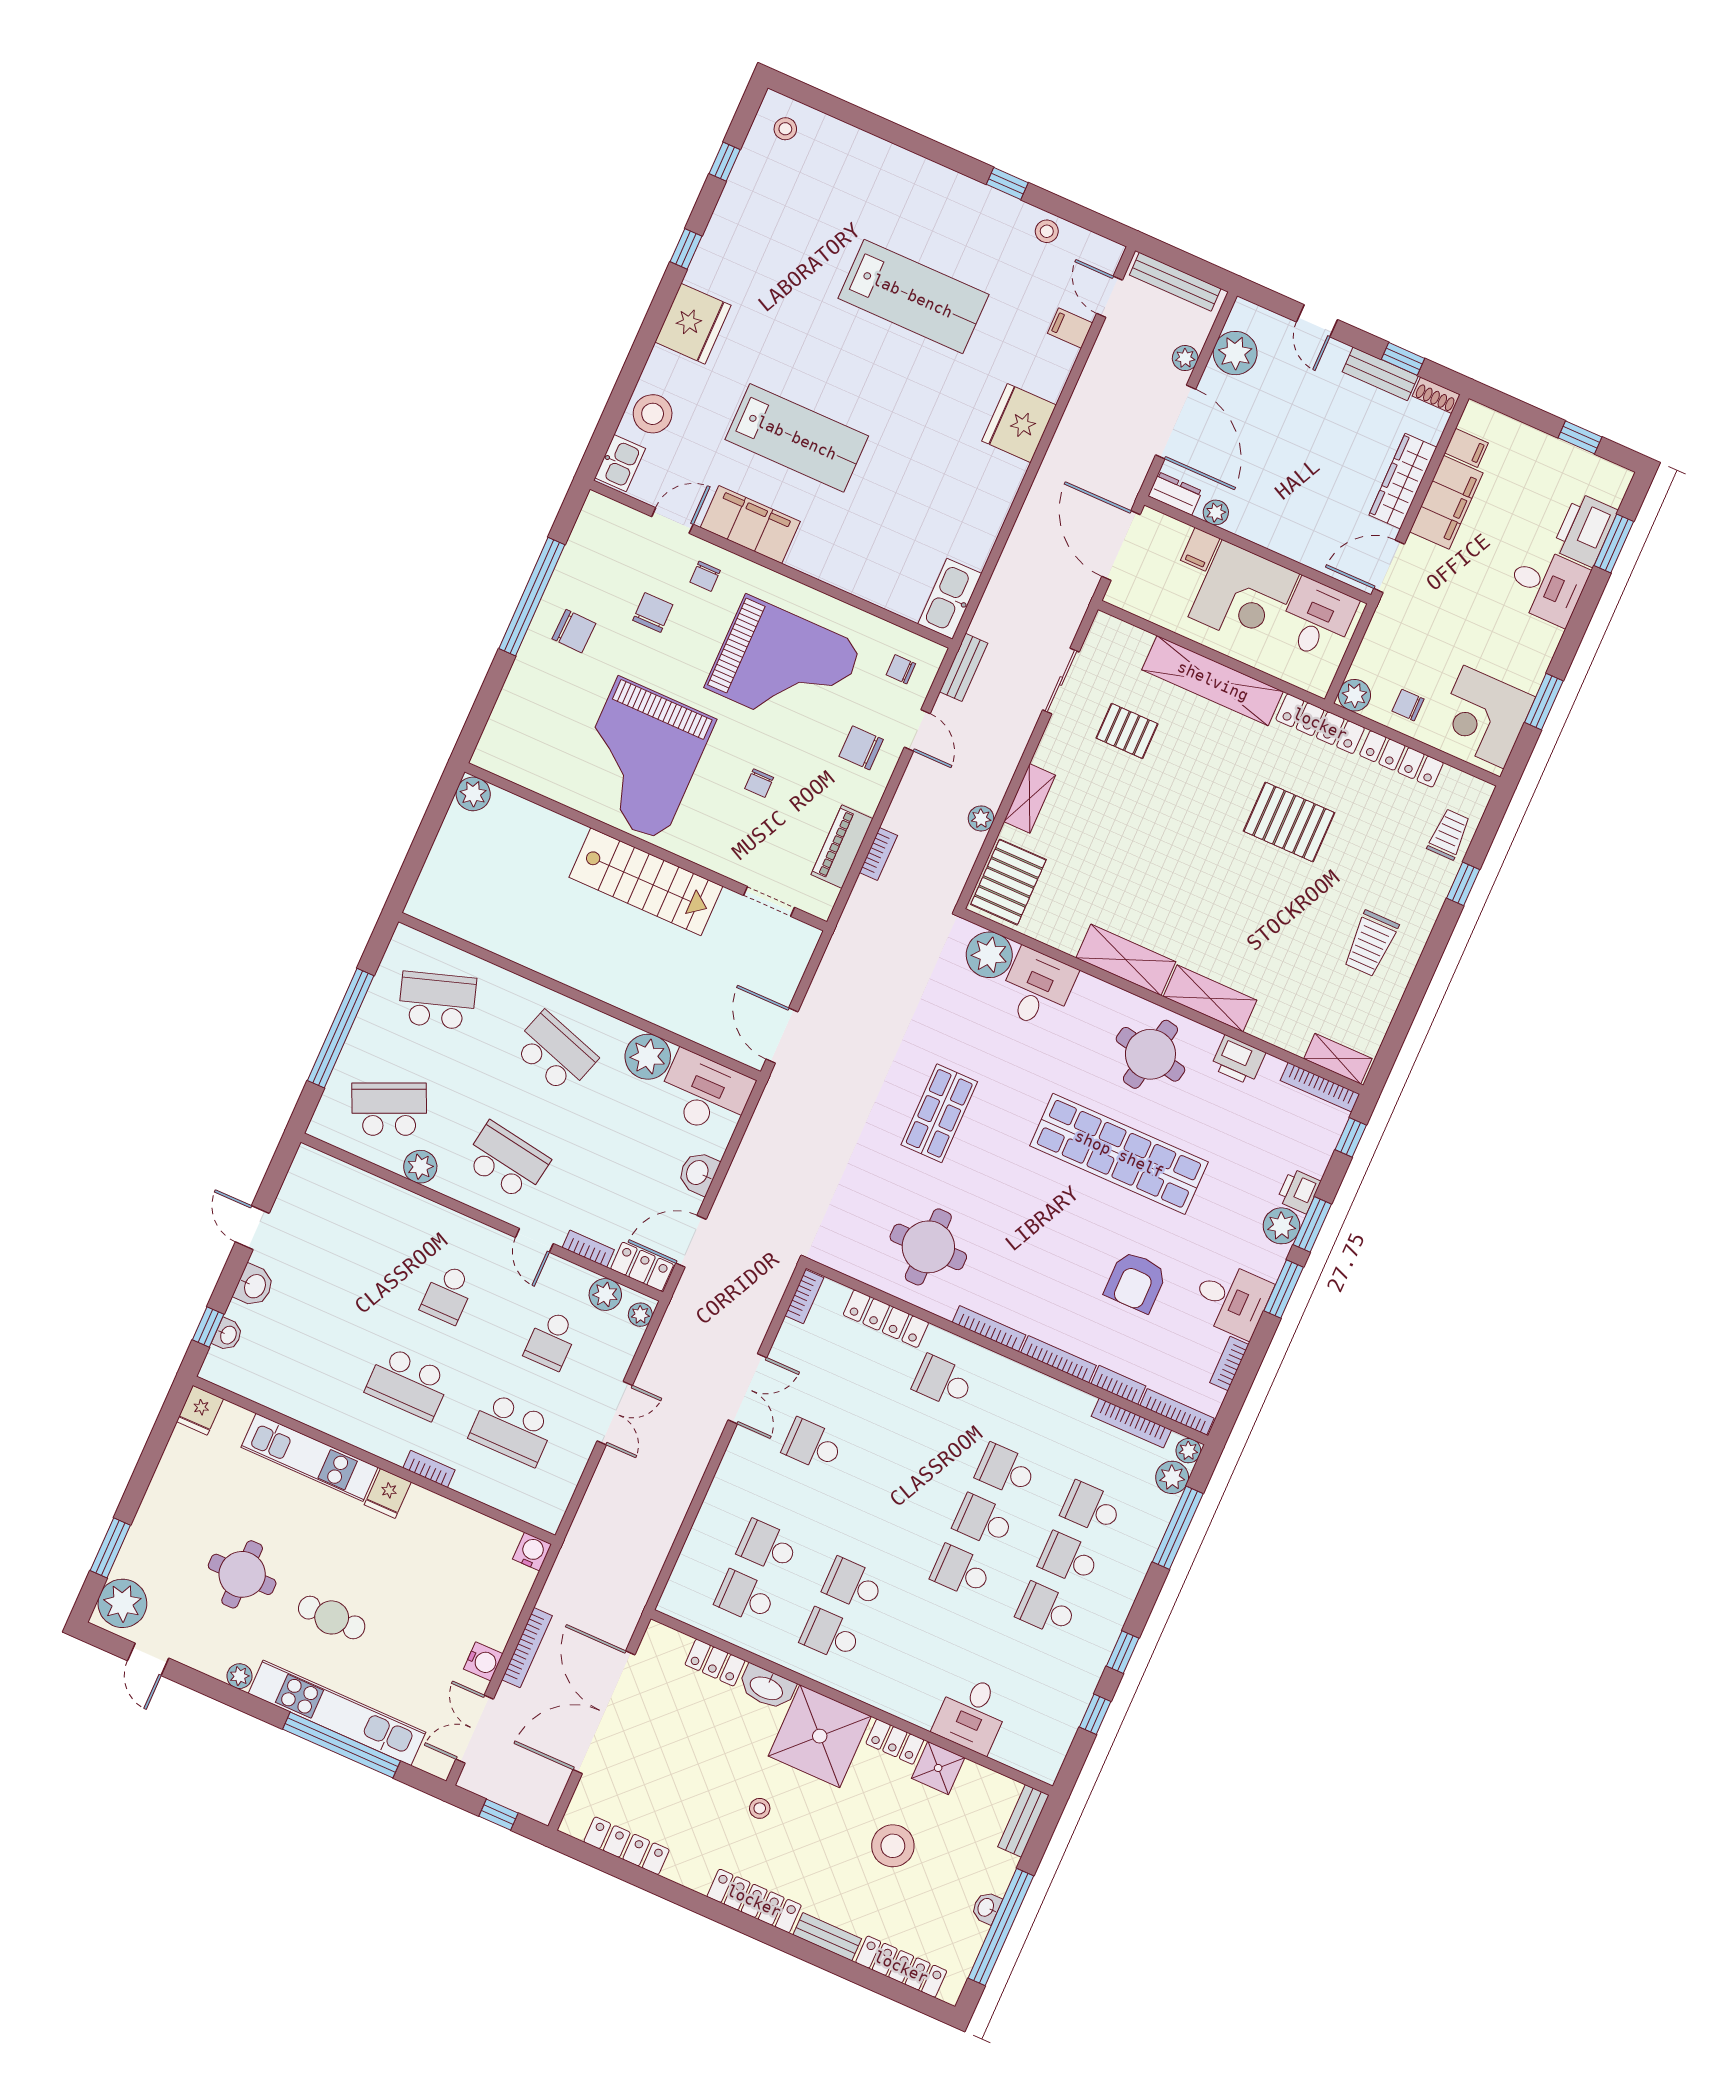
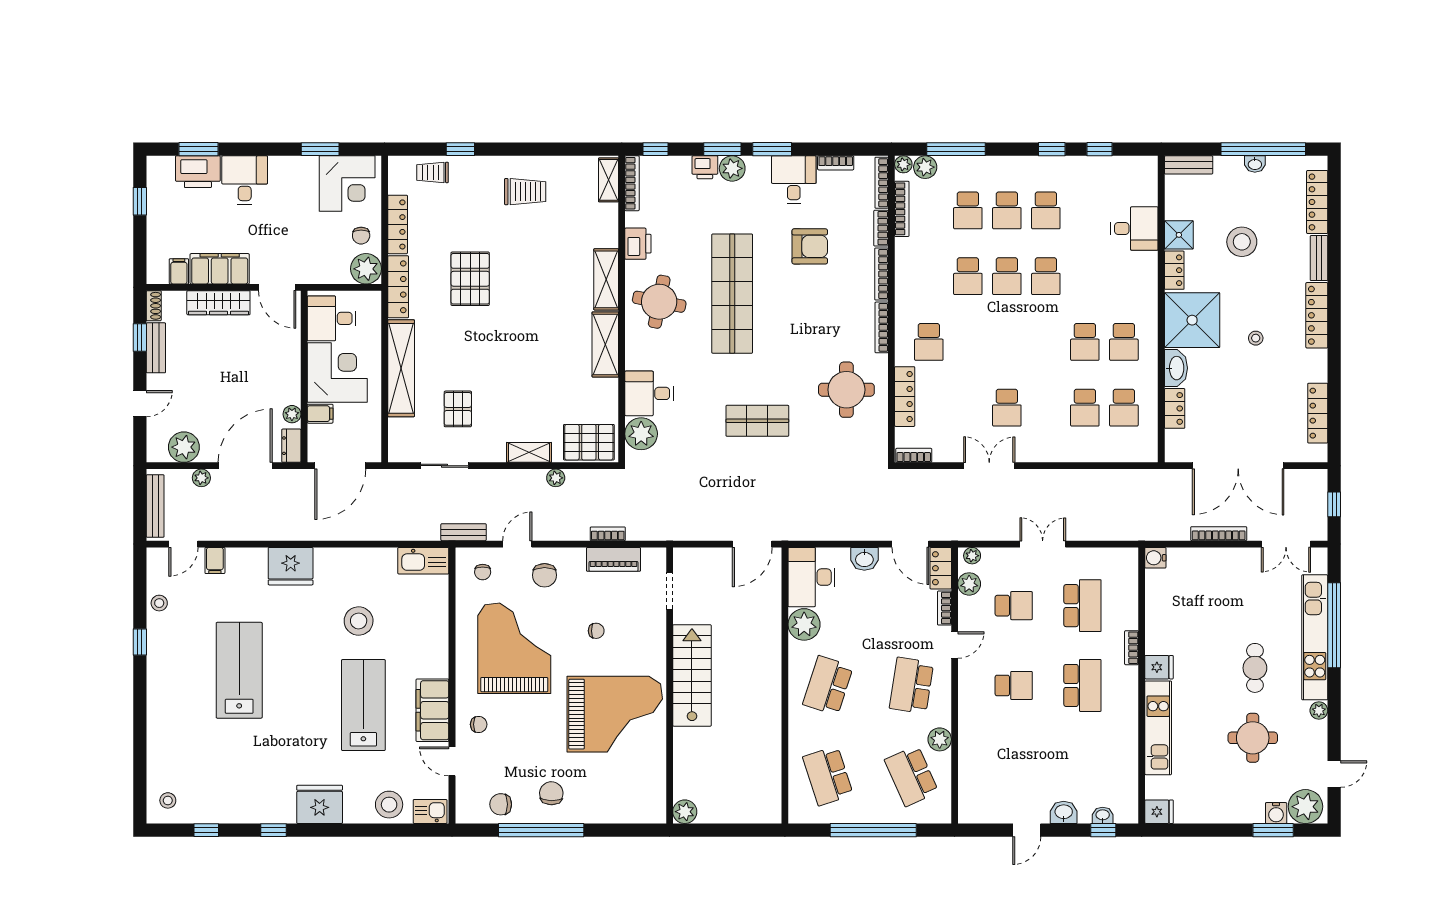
stool: (909, 480) -> (359, 621), added
chair: (653, 613) -> (501, 804), moved
plant: (1354, 695) -> (366, 269), width x1.36, depth x1.36
water cooler: (483, 1661) -> (1276, 813), moved, turned 180

